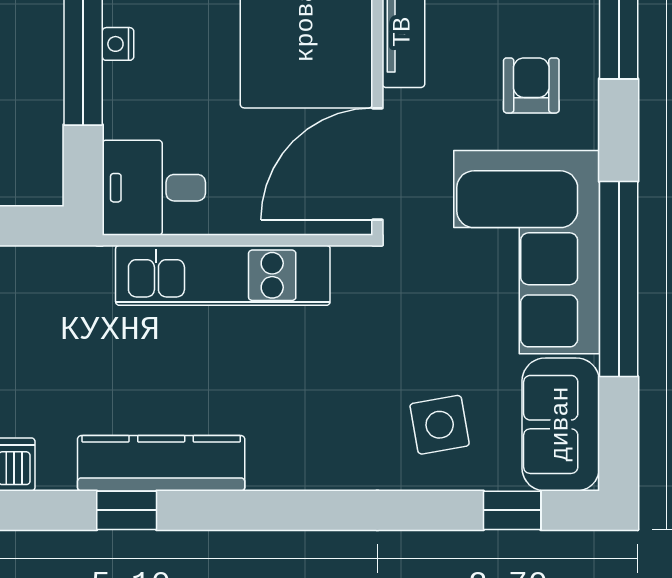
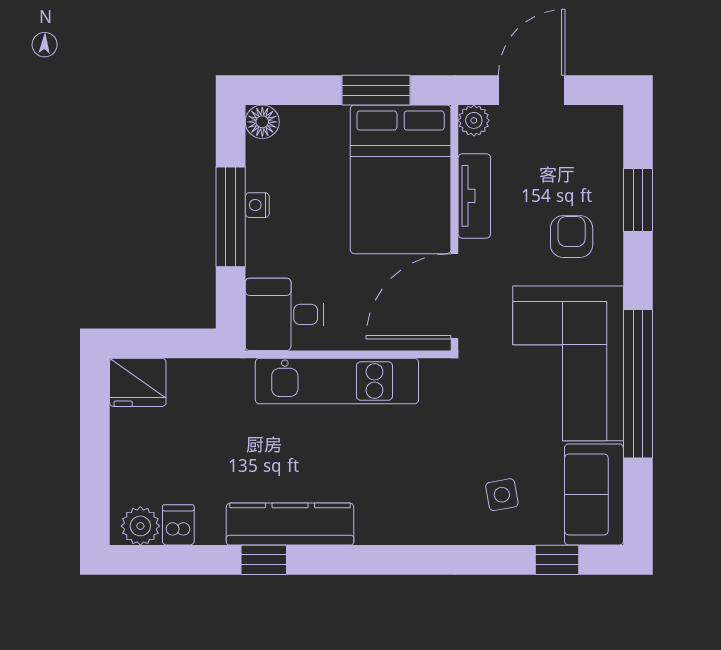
side table: (440, 425) -> (502, 495), width x0.73, depth x0.73

